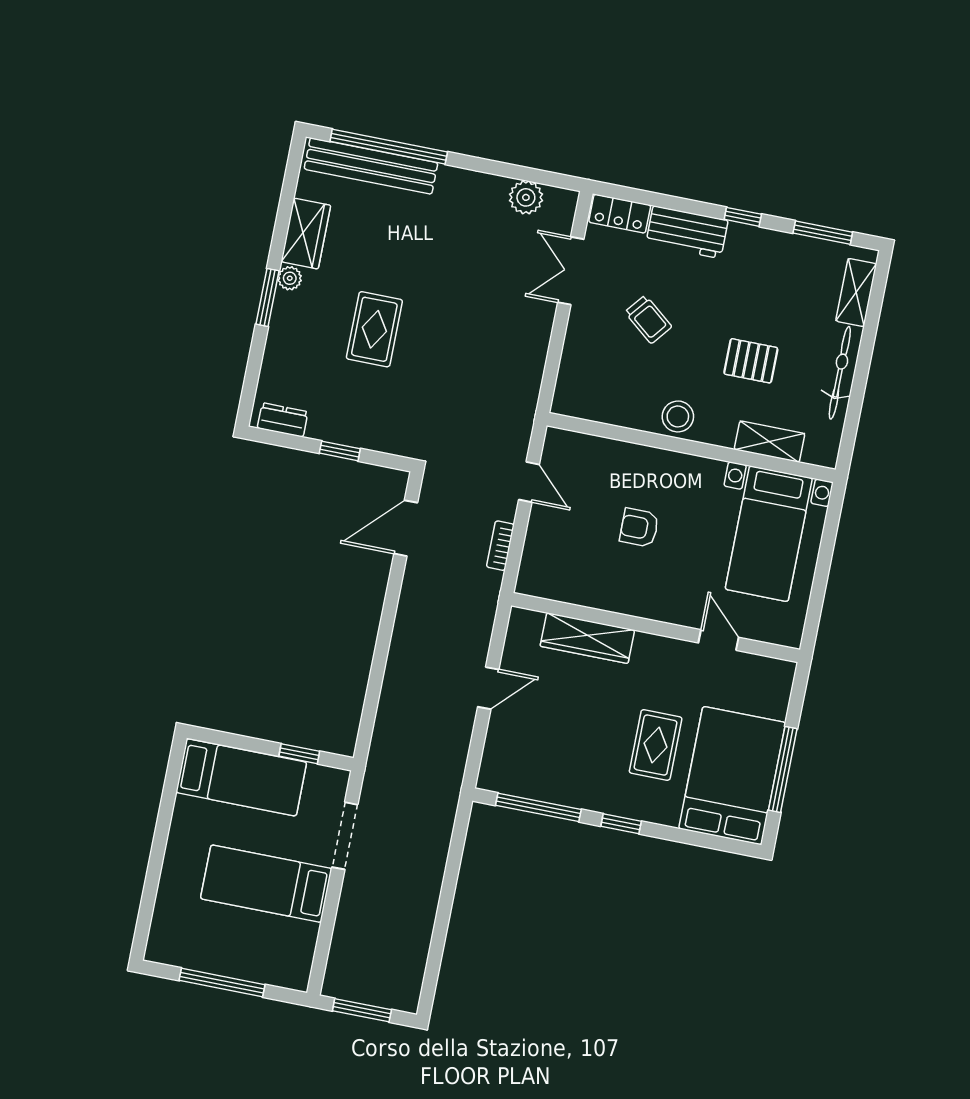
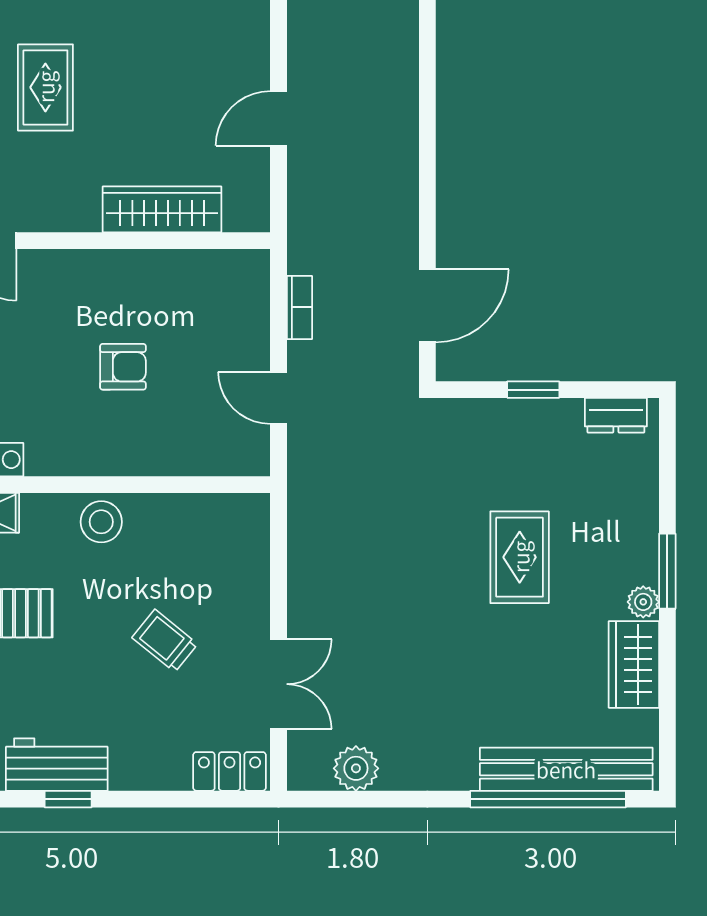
workbench: (687, 232) -> (57, 765), moved

